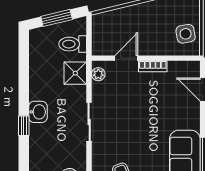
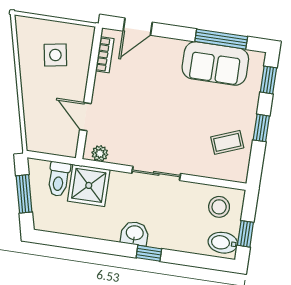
side table: (186, 34) -> (55, 55), moved
bookcase: (153, 66) -> (105, 55), moved
shower: (75, 73) -> (89, 185), width x1.36, depth x1.36

